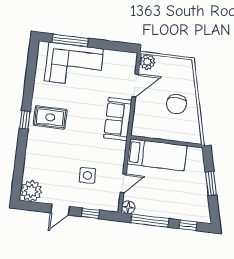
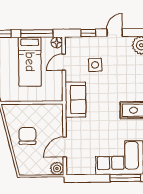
sofa: (118, 119) -> (76, 100), moved
bed: (157, 155) -> (30, 62), moved, turned -90

